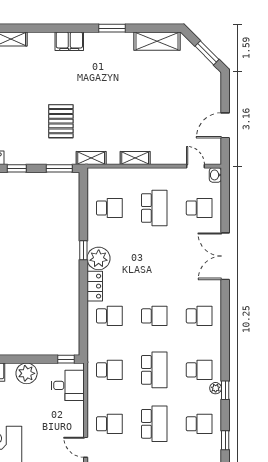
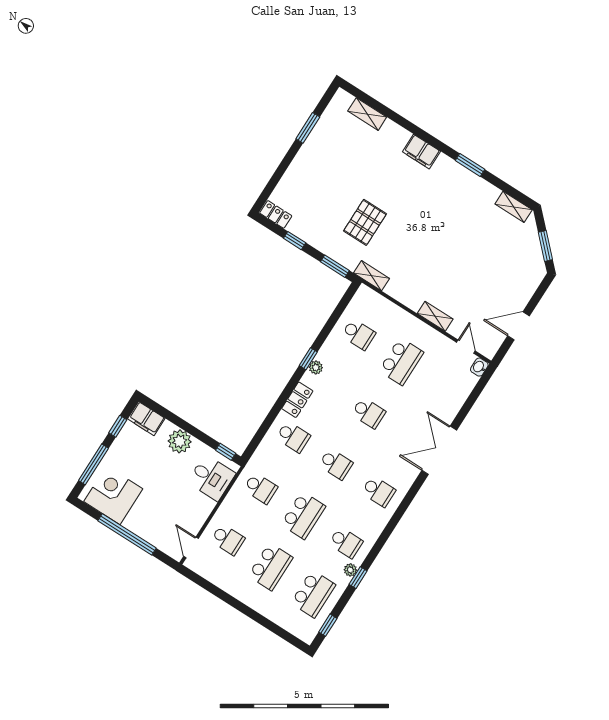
shelving: (157, 41) -> (514, 207), width x0.67, depth x0.75
shelving: (135, 158) -> (435, 316), moved
school desk: (199, 208) -> (368, 413), moved
plant: (99, 258) -> (316, 367), width x0.53, depth x0.53
school desk: (199, 424) -> (313, 594), width x1.85

